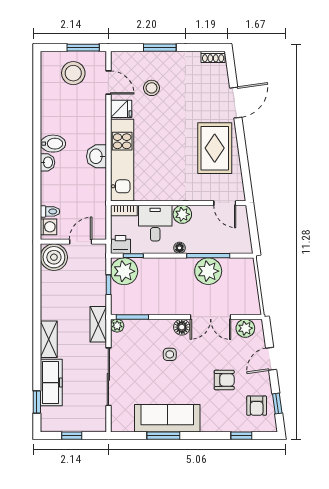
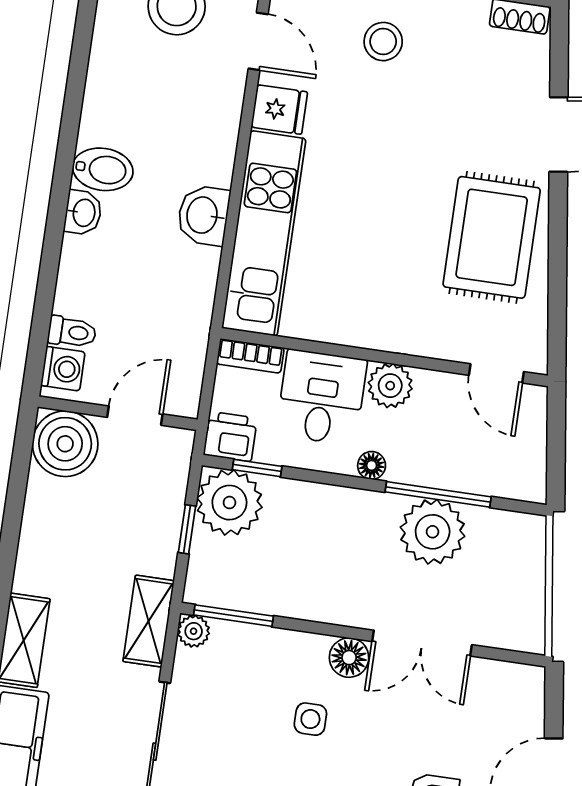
stool: (152, 88) -> (383, 42), moved
plant: (245, 328) -> (502, 683), removed

